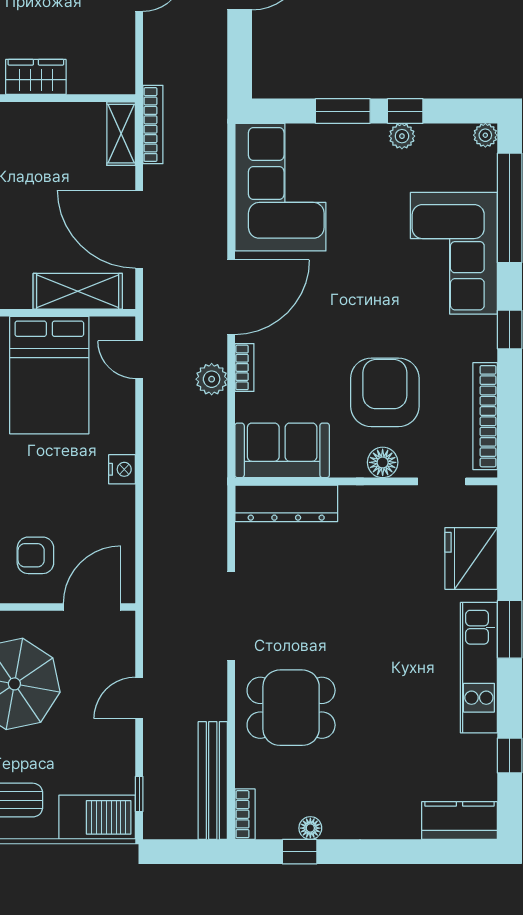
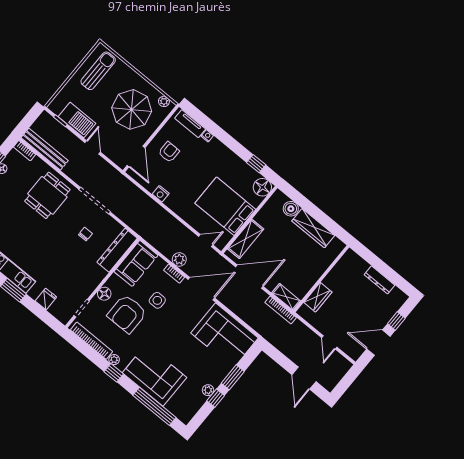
wardrobe: (36, 77) -> (318, 297), moved
plant: (485, 135) -> (114, 360), moved
door: (231, 297) -> (201, 289), swing flipped
side table: (317, 358) -> (157, 300), added
armchair: (385, 392) -> (127, 314), turned 90
nightstand: (122, 469) -> (161, 194), moved
fridge: (471, 558) -> (46, 299), width x0.53, depth x0.75
chair: (304, 583) -> (85, 234), added
barbecue: (97, 817) -> (77, 120), moved, turned -90

